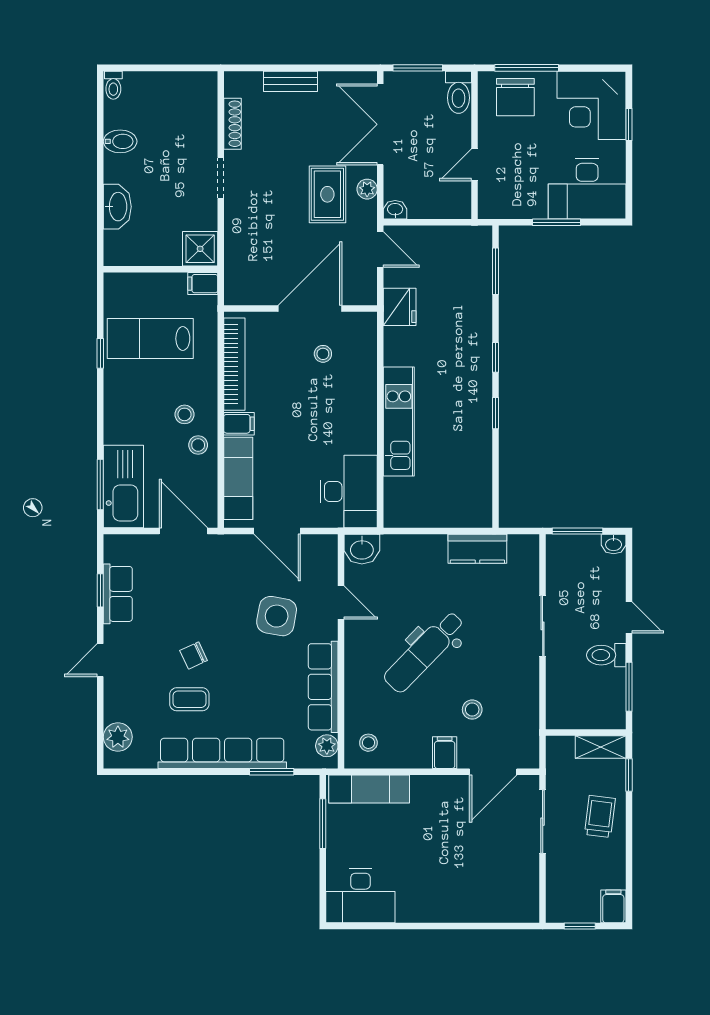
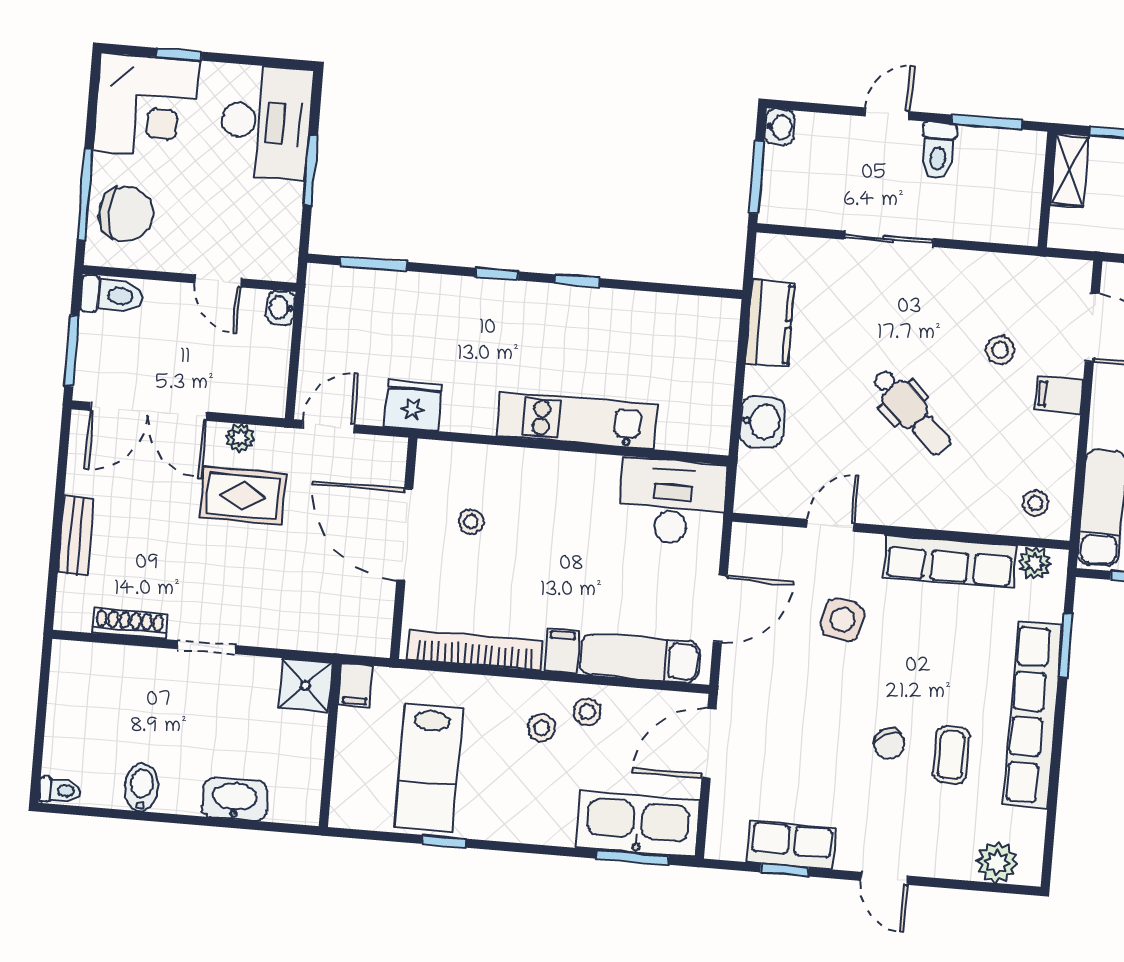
washbasin: (395, 210) -> (281, 308), moved
washbasin: (362, 549) -> (762, 422), moved
side table: (277, 616) -> (842, 620), width x0.73, depth x0.73
dental chair: (424, 652) -> (911, 412), width x0.73, depth x0.72

